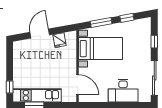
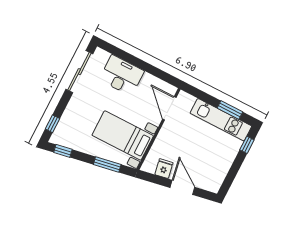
window: (127, 18) -> (63, 151), moved
door: (40, 34) -> (182, 187), swing flipped
window: (154, 42) -> (53, 124), moved

